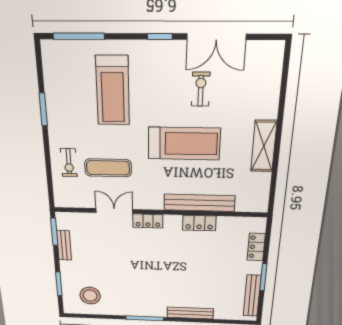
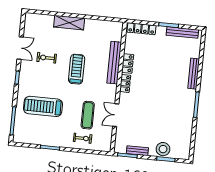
double door: (216, 37) -> (20, 48), width x0.73
treadmill: (113, 91) -> (43, 106), turned 180
treadmill: (184, 144) -> (77, 69), width x0.73, depth x0.73
shelving: (264, 146) -> (69, 23), moved
locker: (148, 221) -> (125, 83), moved
locker: (256, 247) -> (141, 29), width x1.53
stool: (90, 296) -> (163, 149), moved

